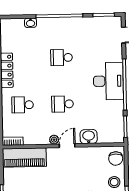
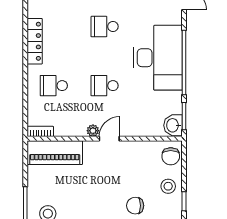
desk: (108, 81) -> (158, 58), width x1.36, depth x1.30
washbasin: (89, 137) -> (173, 125), moved, turned -90

